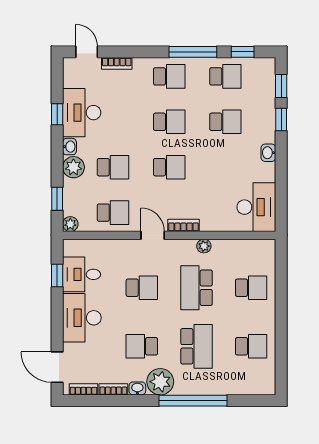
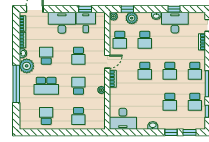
plant: (73, 167) -> (132, 18), moved
school desk: (196, 288) -> (78, 86), width x0.54
school desk: (251, 346) -> (46, 116), turned 180

